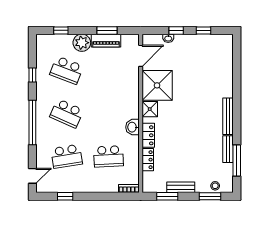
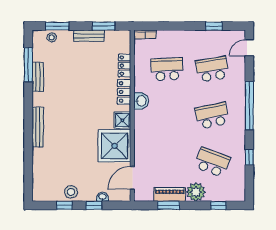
stool: (197, 43) -> (71, 192), added
school desk: (67, 113) -> (212, 116), turned -36
bench: (228, 116) -> (38, 127), moved

